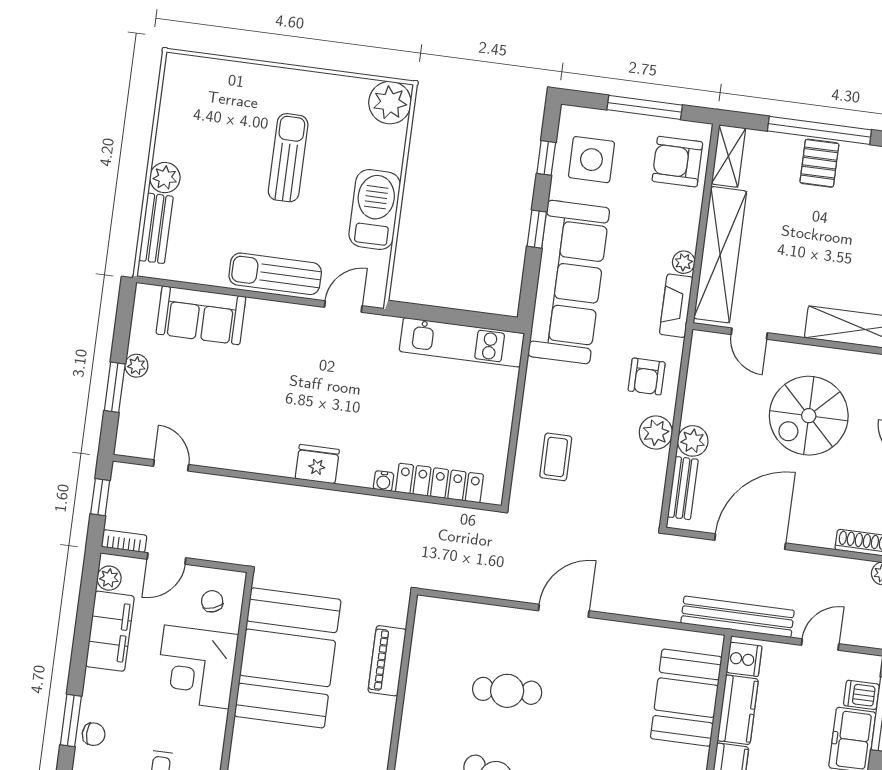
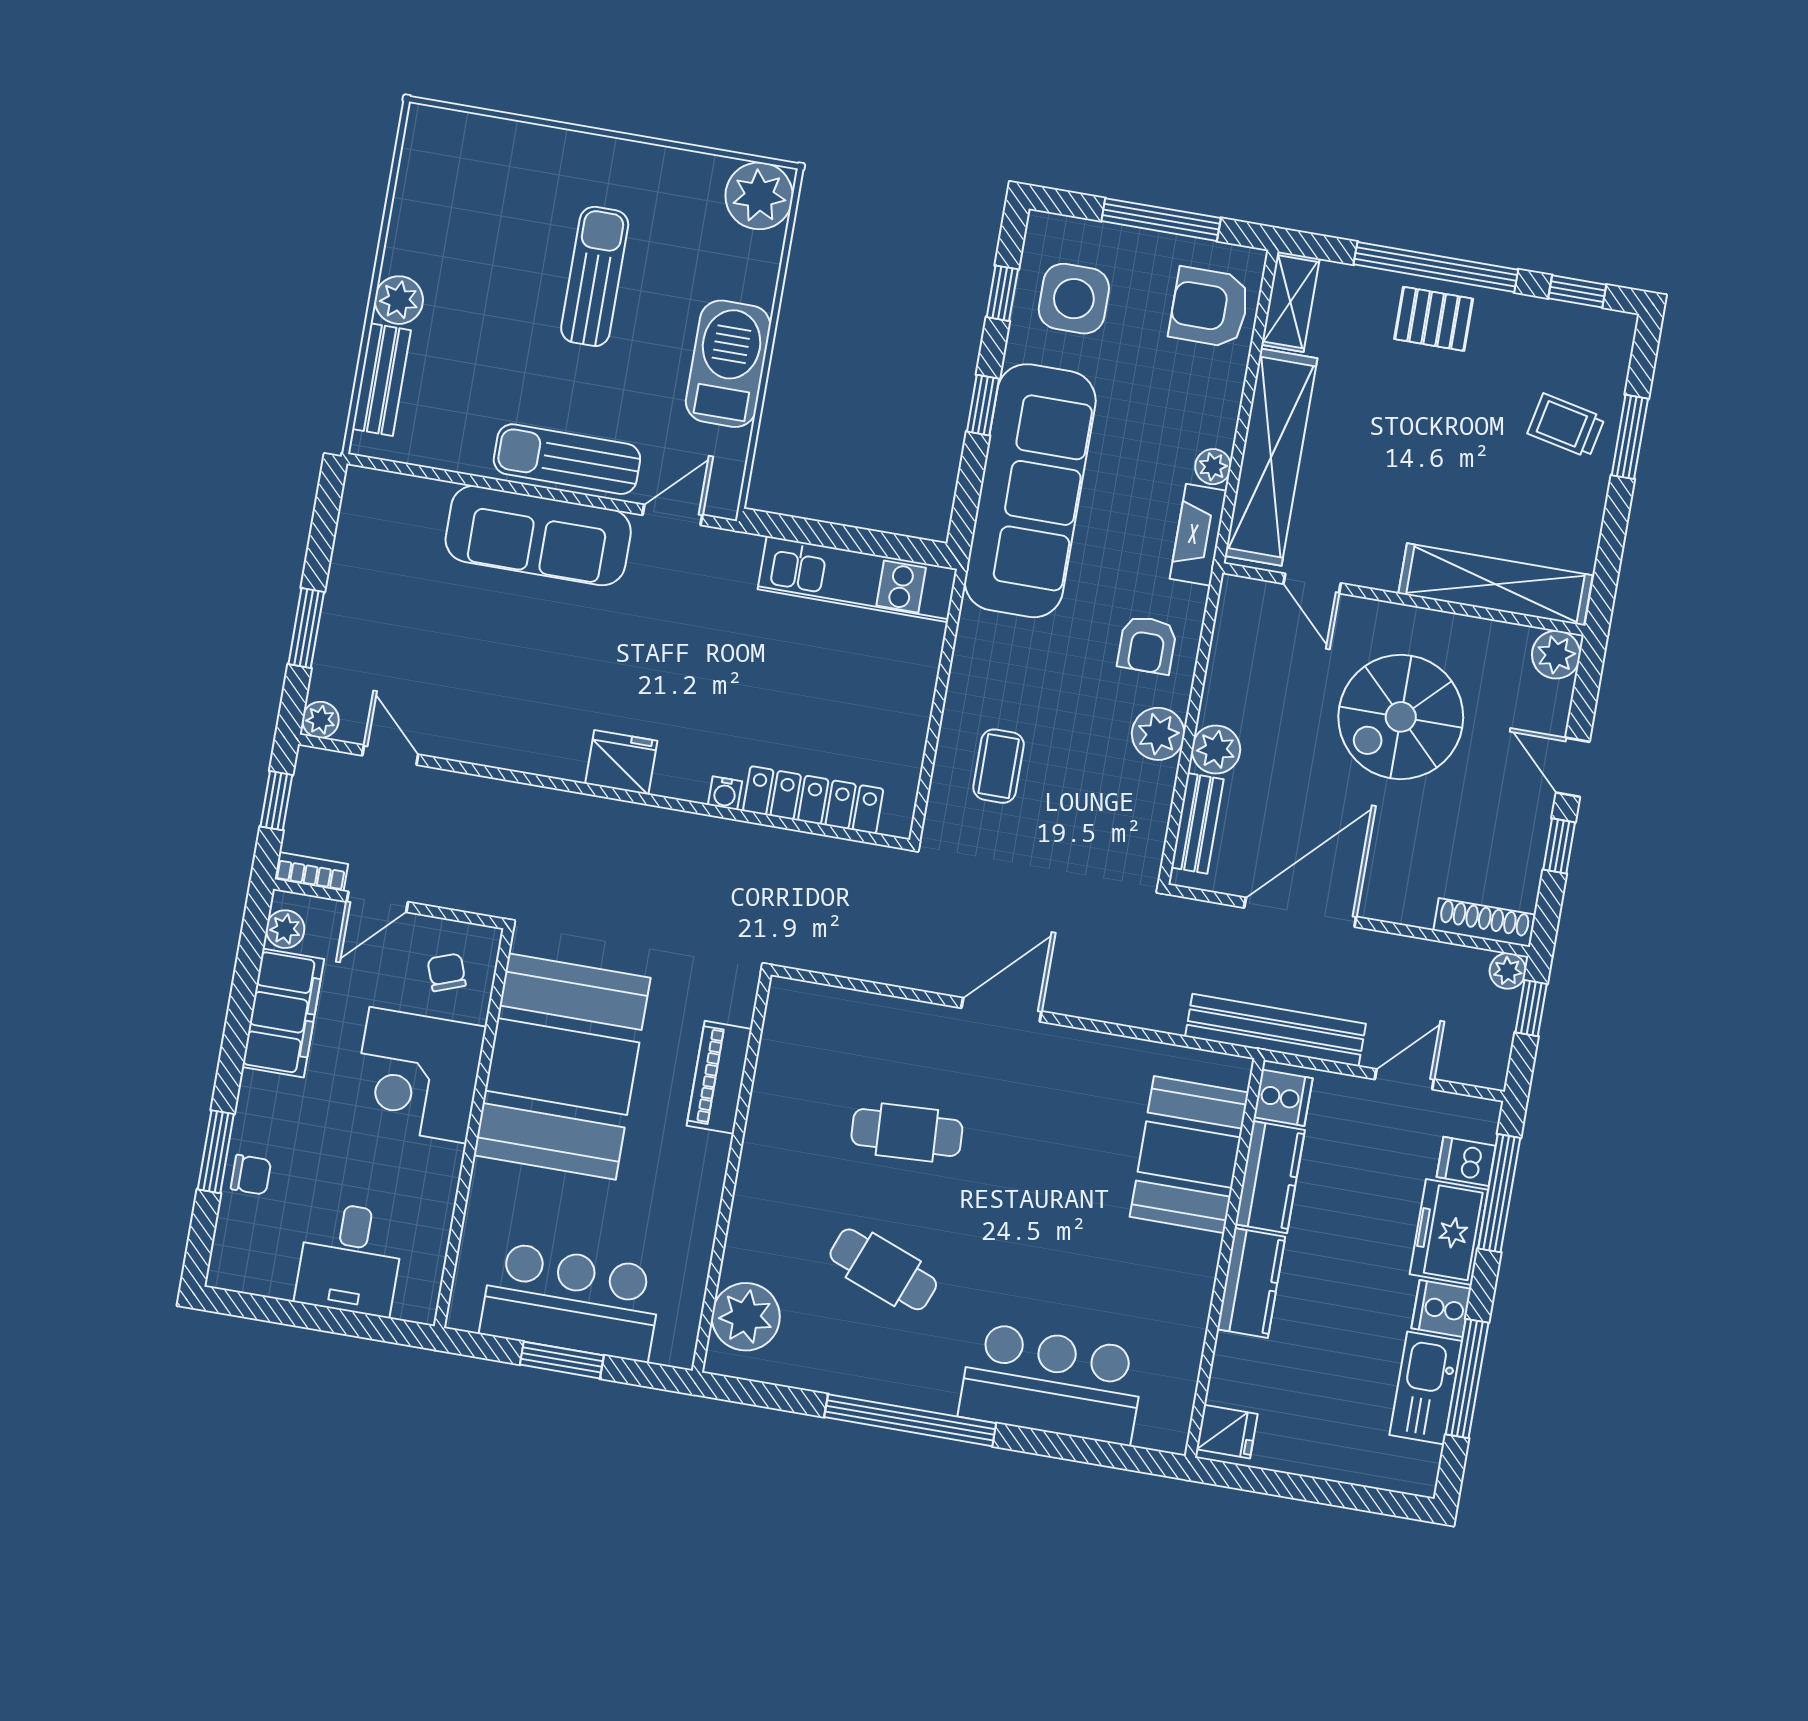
pallet: (819, 163) -> (1434, 319), turned 90
sofa: (201, 315) -> (538, 536), moved, width x1.36
plant: (136, 366) -> (320, 720), moved

